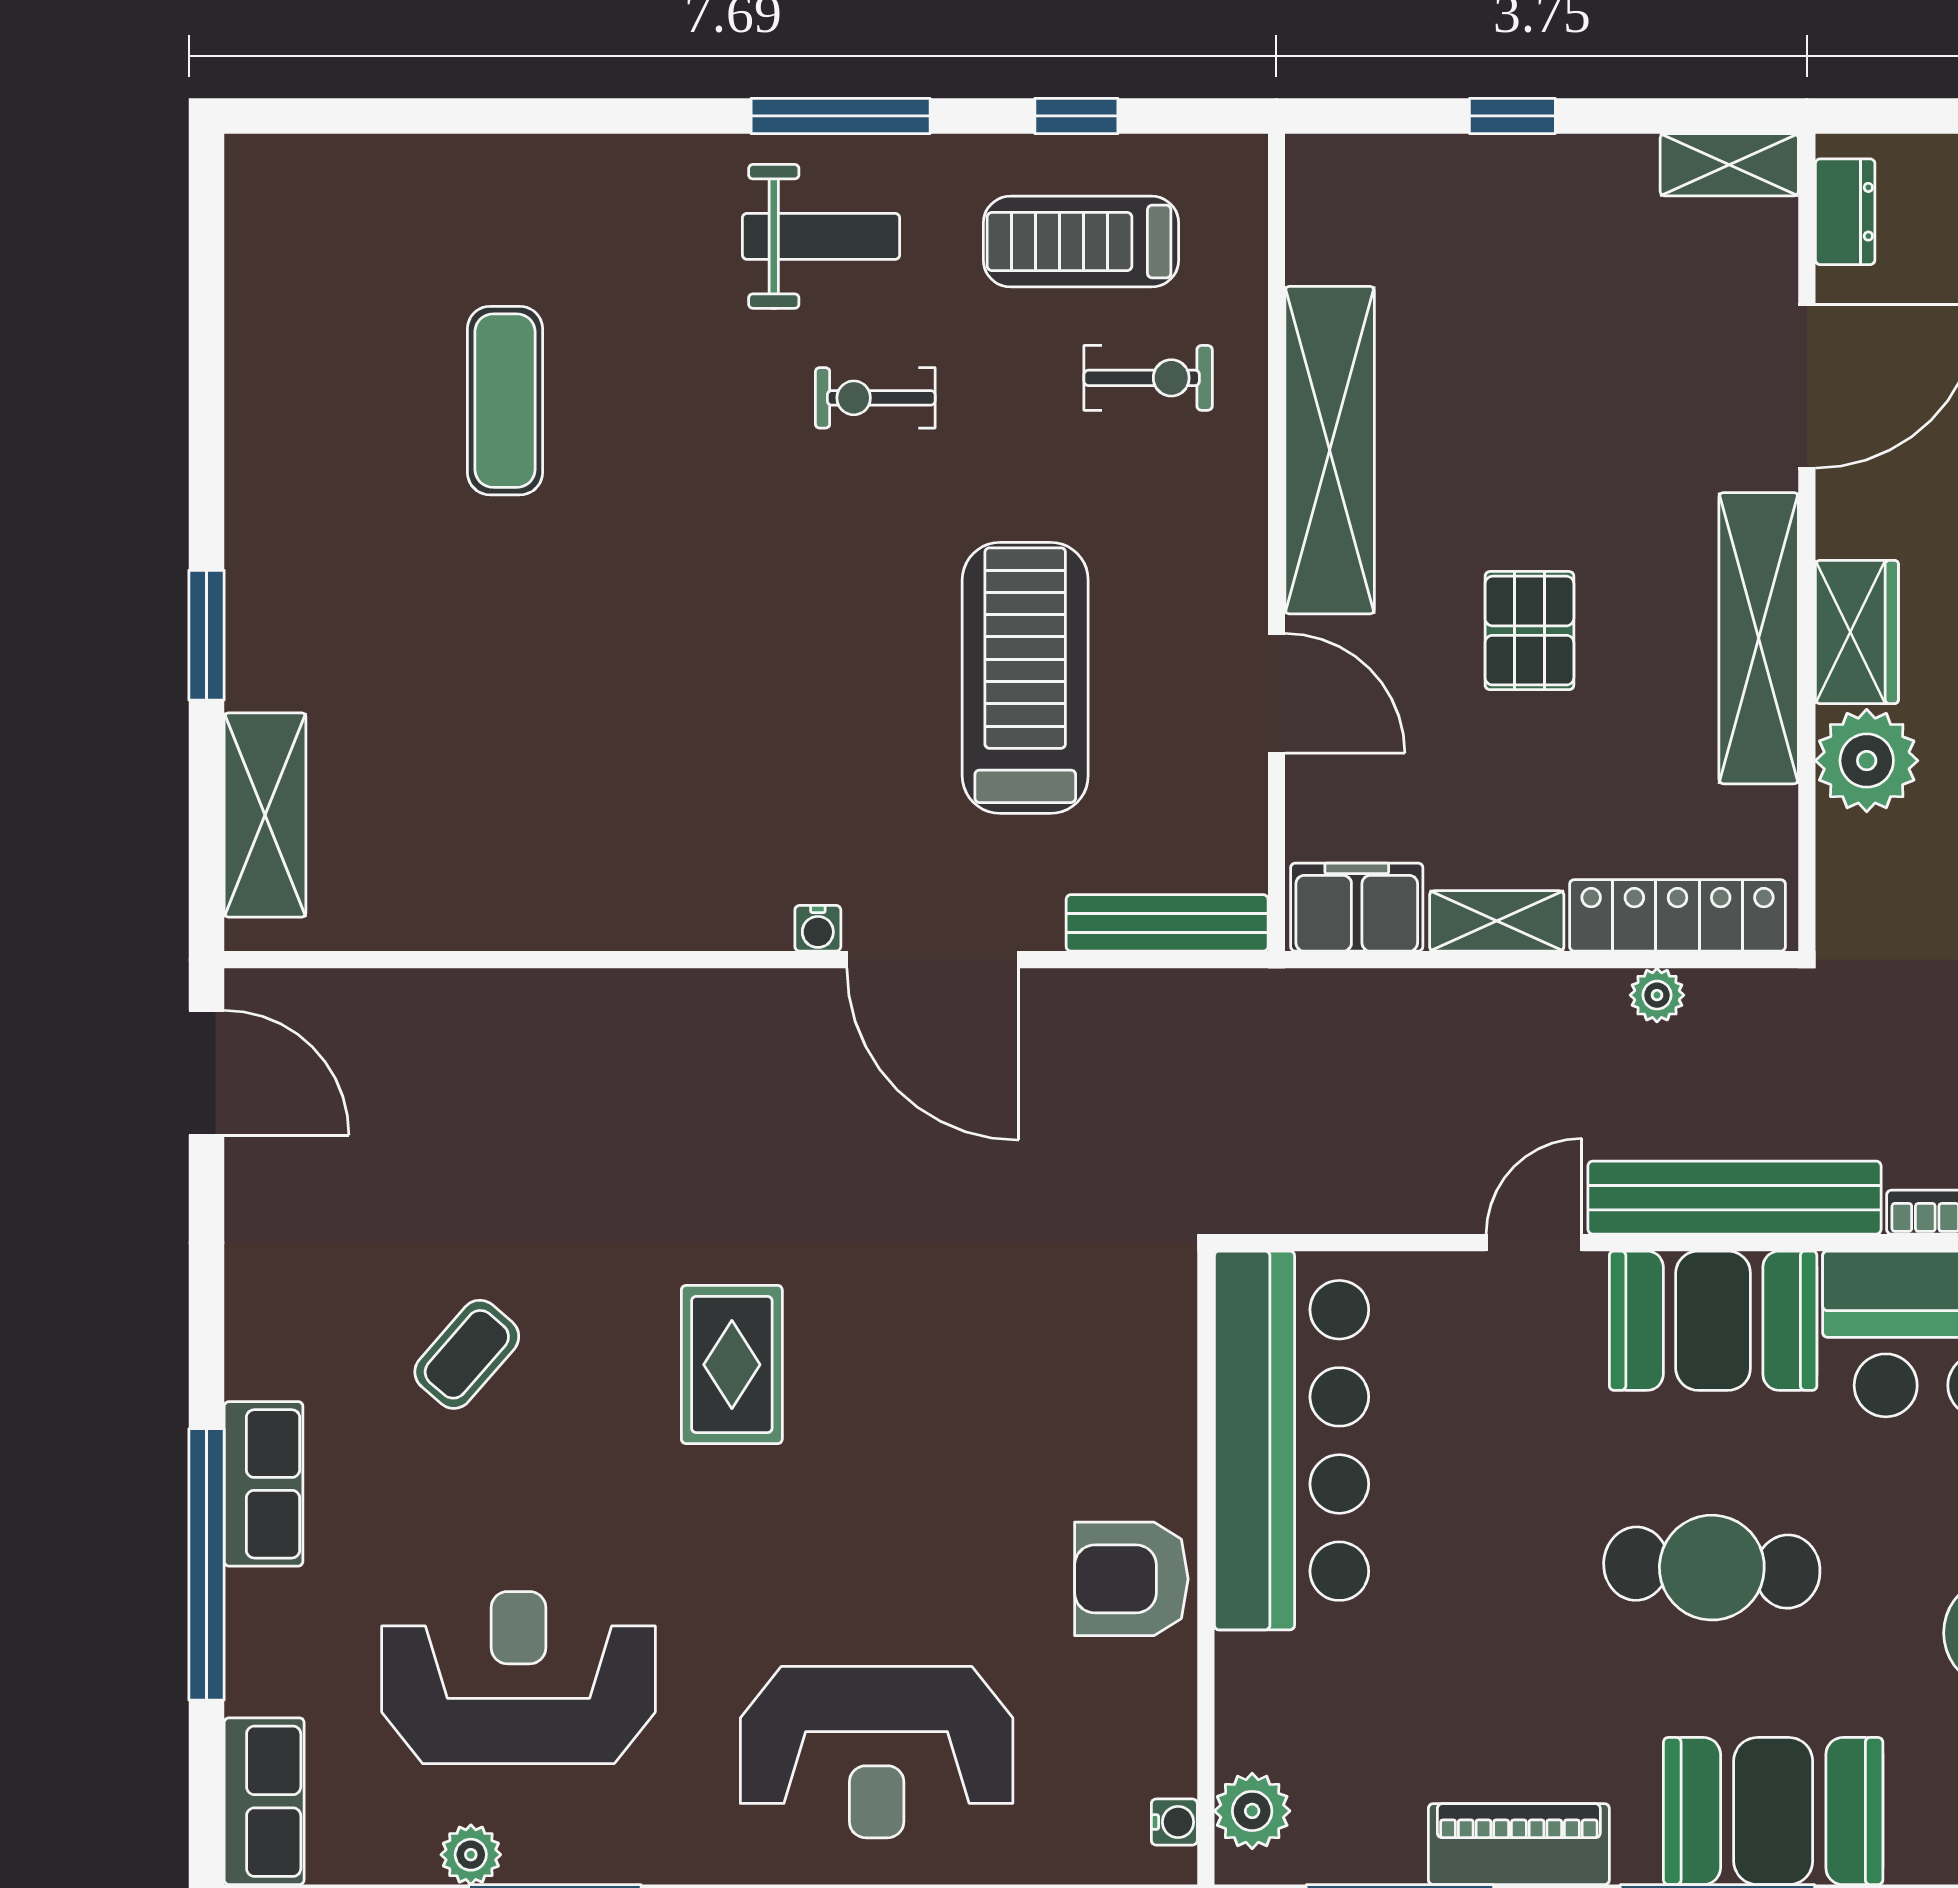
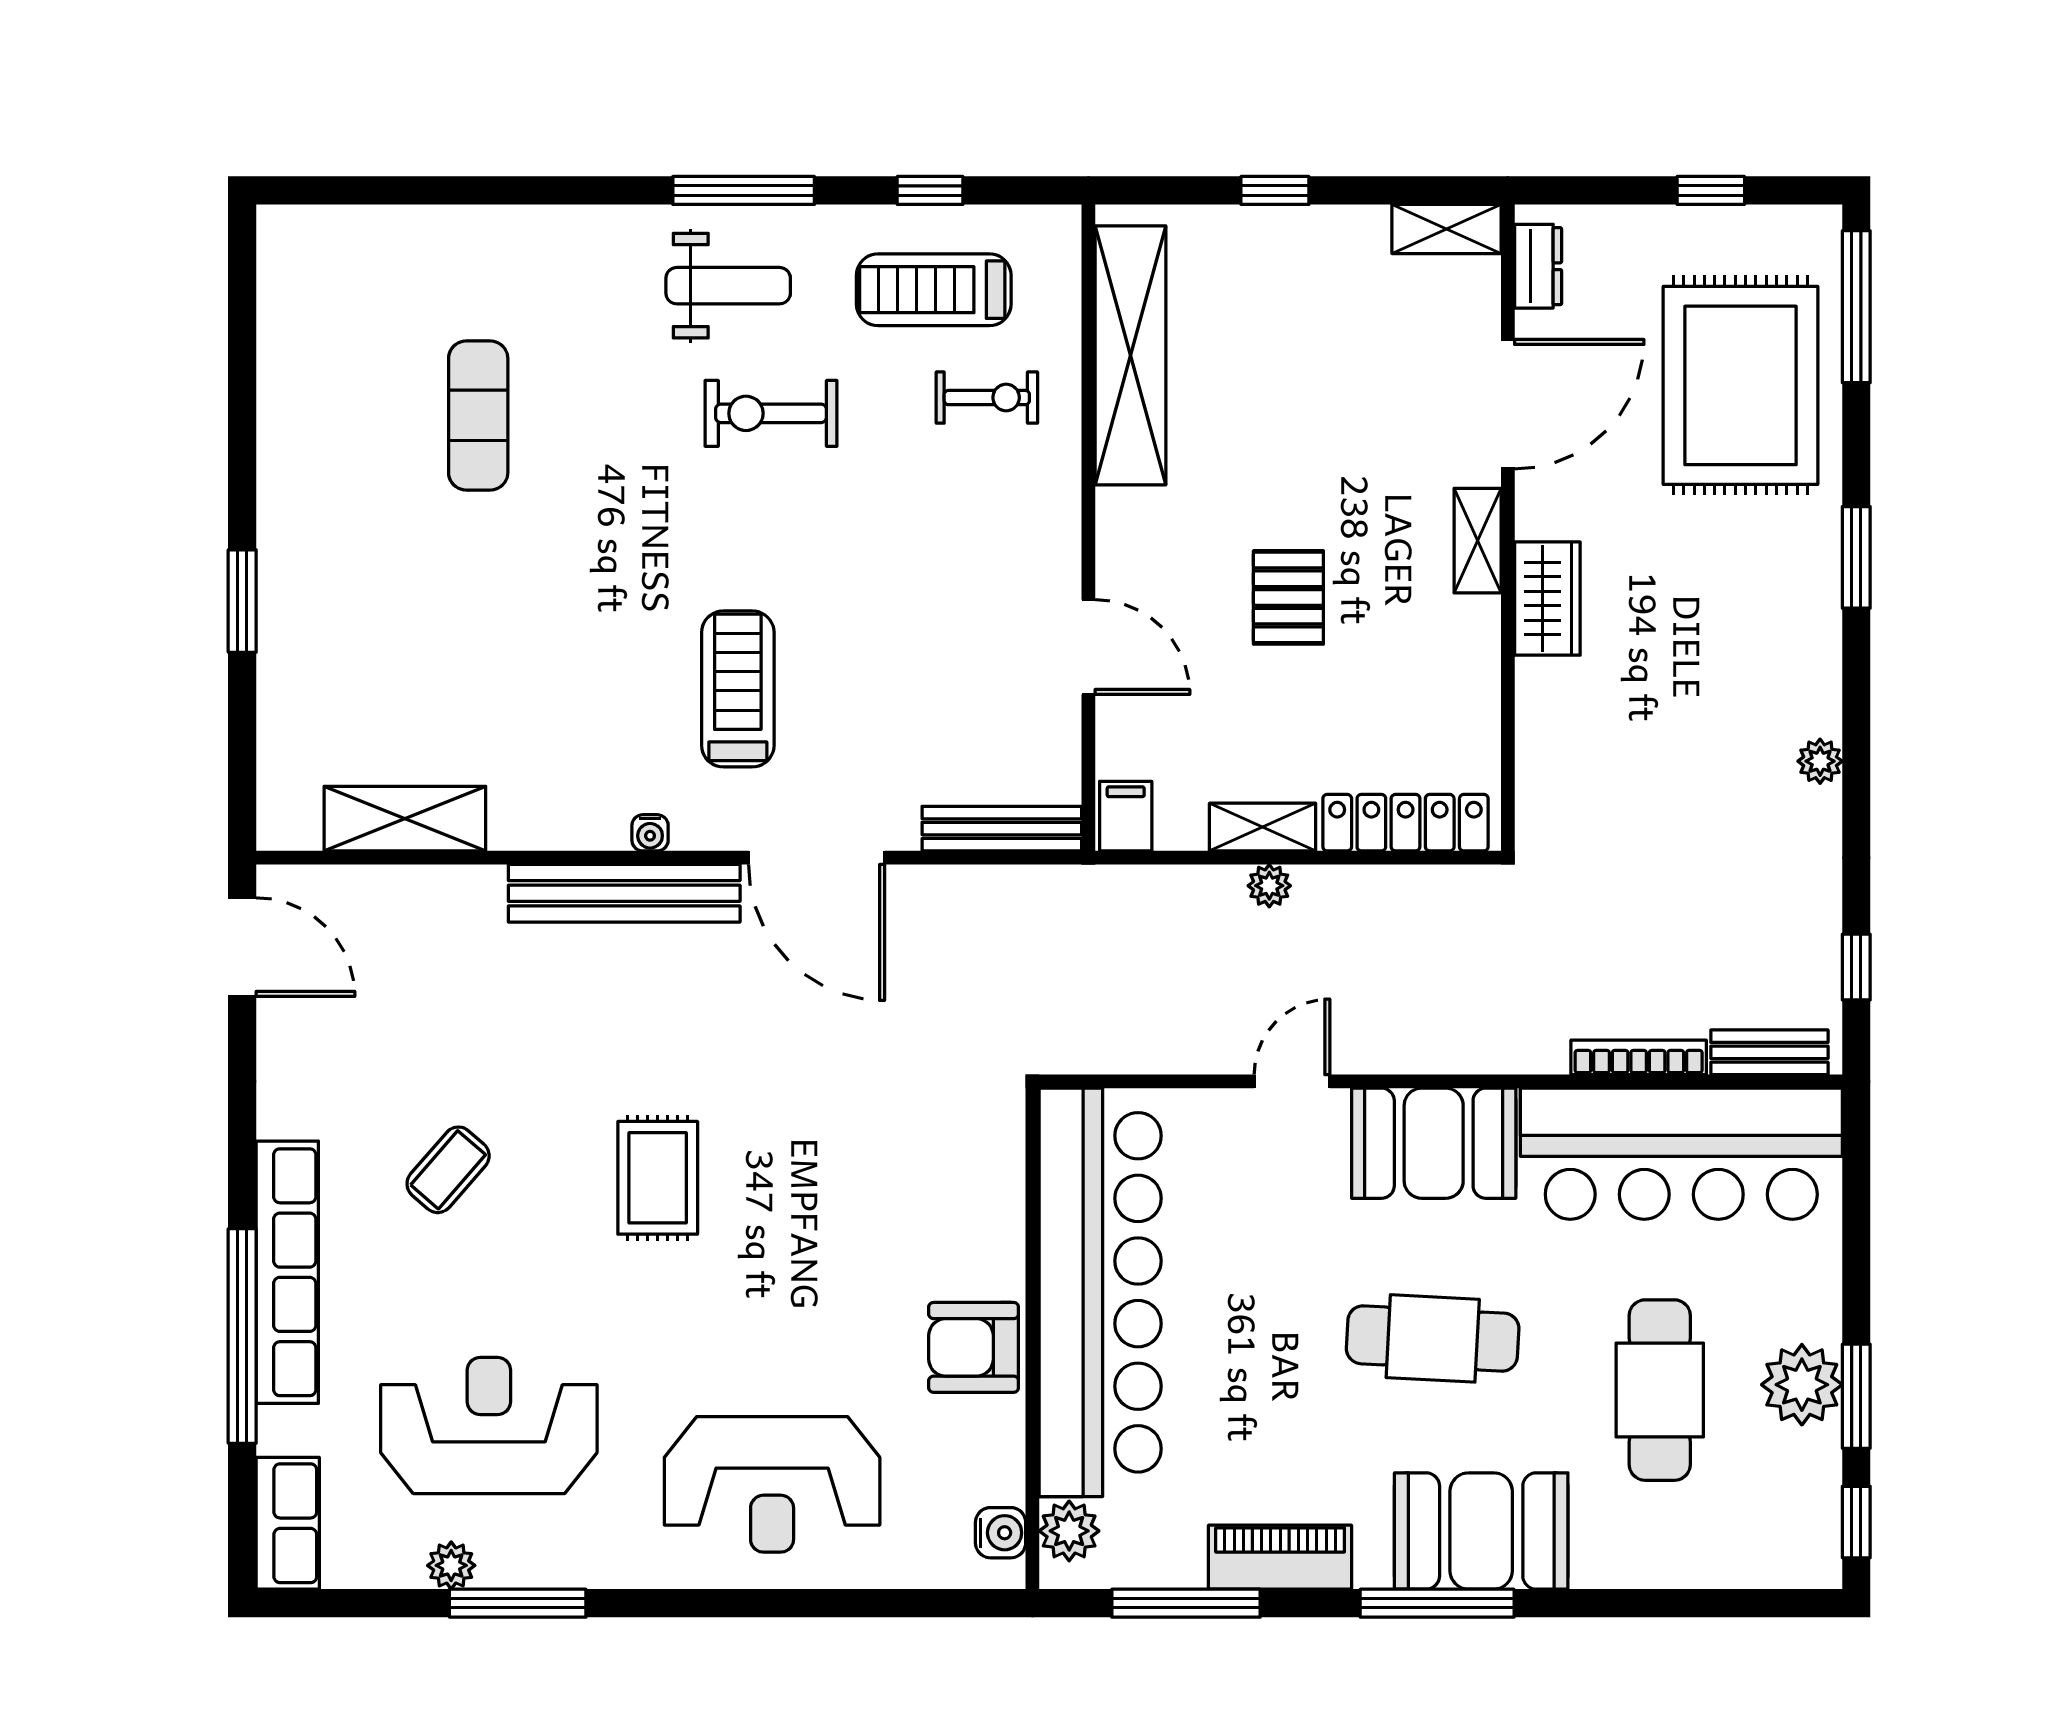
exercise bike: (875, 398) -> (771, 413), width x1.38, depth x1.39
shelving: (1330, 450) -> (1130, 355), moved
shelving: (1759, 638) -> (1478, 541), width x0.45, depth x0.75
treadmill: (1025, 678) -> (738, 689), moved, width x0.73, depth x0.73
plant: (1867, 761) -> (1555, 700), removed
shelving: (265, 815) -> (405, 819), moved, turned 90
filing cabinet: (1357, 907) -> (1126, 816), width x0.50
water cooler: (818, 928) -> (650, 833), moved
plant: (1657, 995) -> (1269, 886), moved
bench: (1735, 1198) -> (624, 893), moved
bar counter: (1291, 1440) -> (1100, 1292), width x1.36
row of seats: (264, 1484) -> (287, 1272), width x2.02
water cooler: (1174, 1822) -> (1001, 1533), width x1.38, depth x1.38

